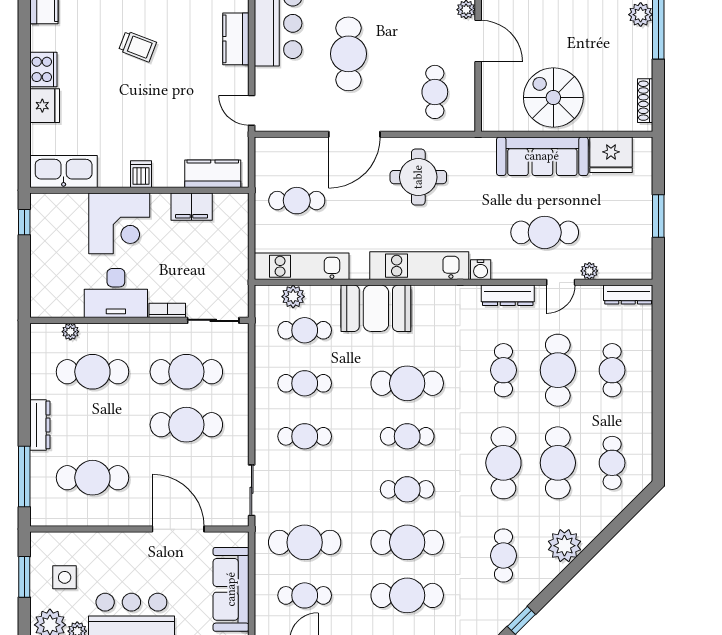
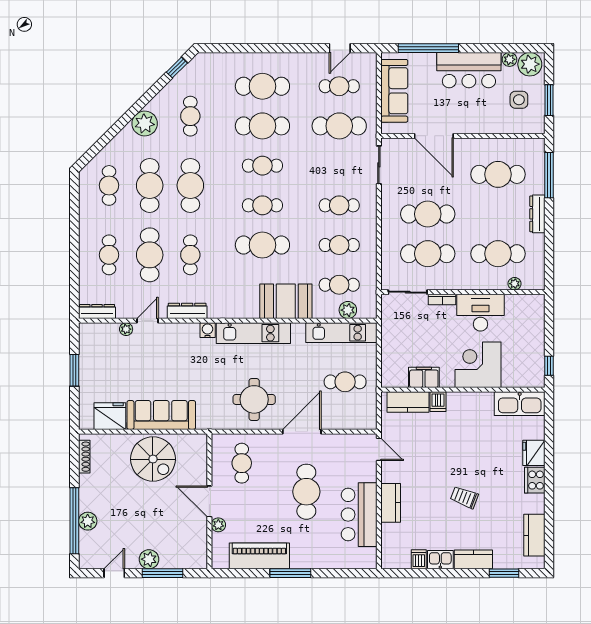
dishwasher: (141, 174) -> (438, 402), moved
cafe table: (545, 232) -> (159, 358), removed

